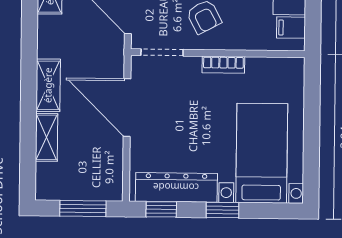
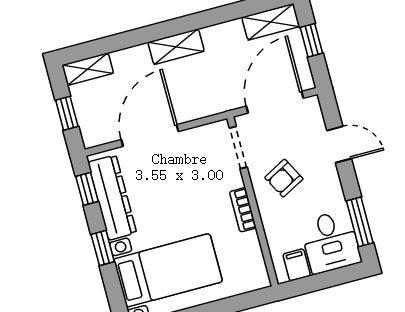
door: (127, 108) -> (150, 136), moved
shelving: (47, 137) -> (88, 69), moved
window: (83, 208) -> (67, 113), width x0.67

